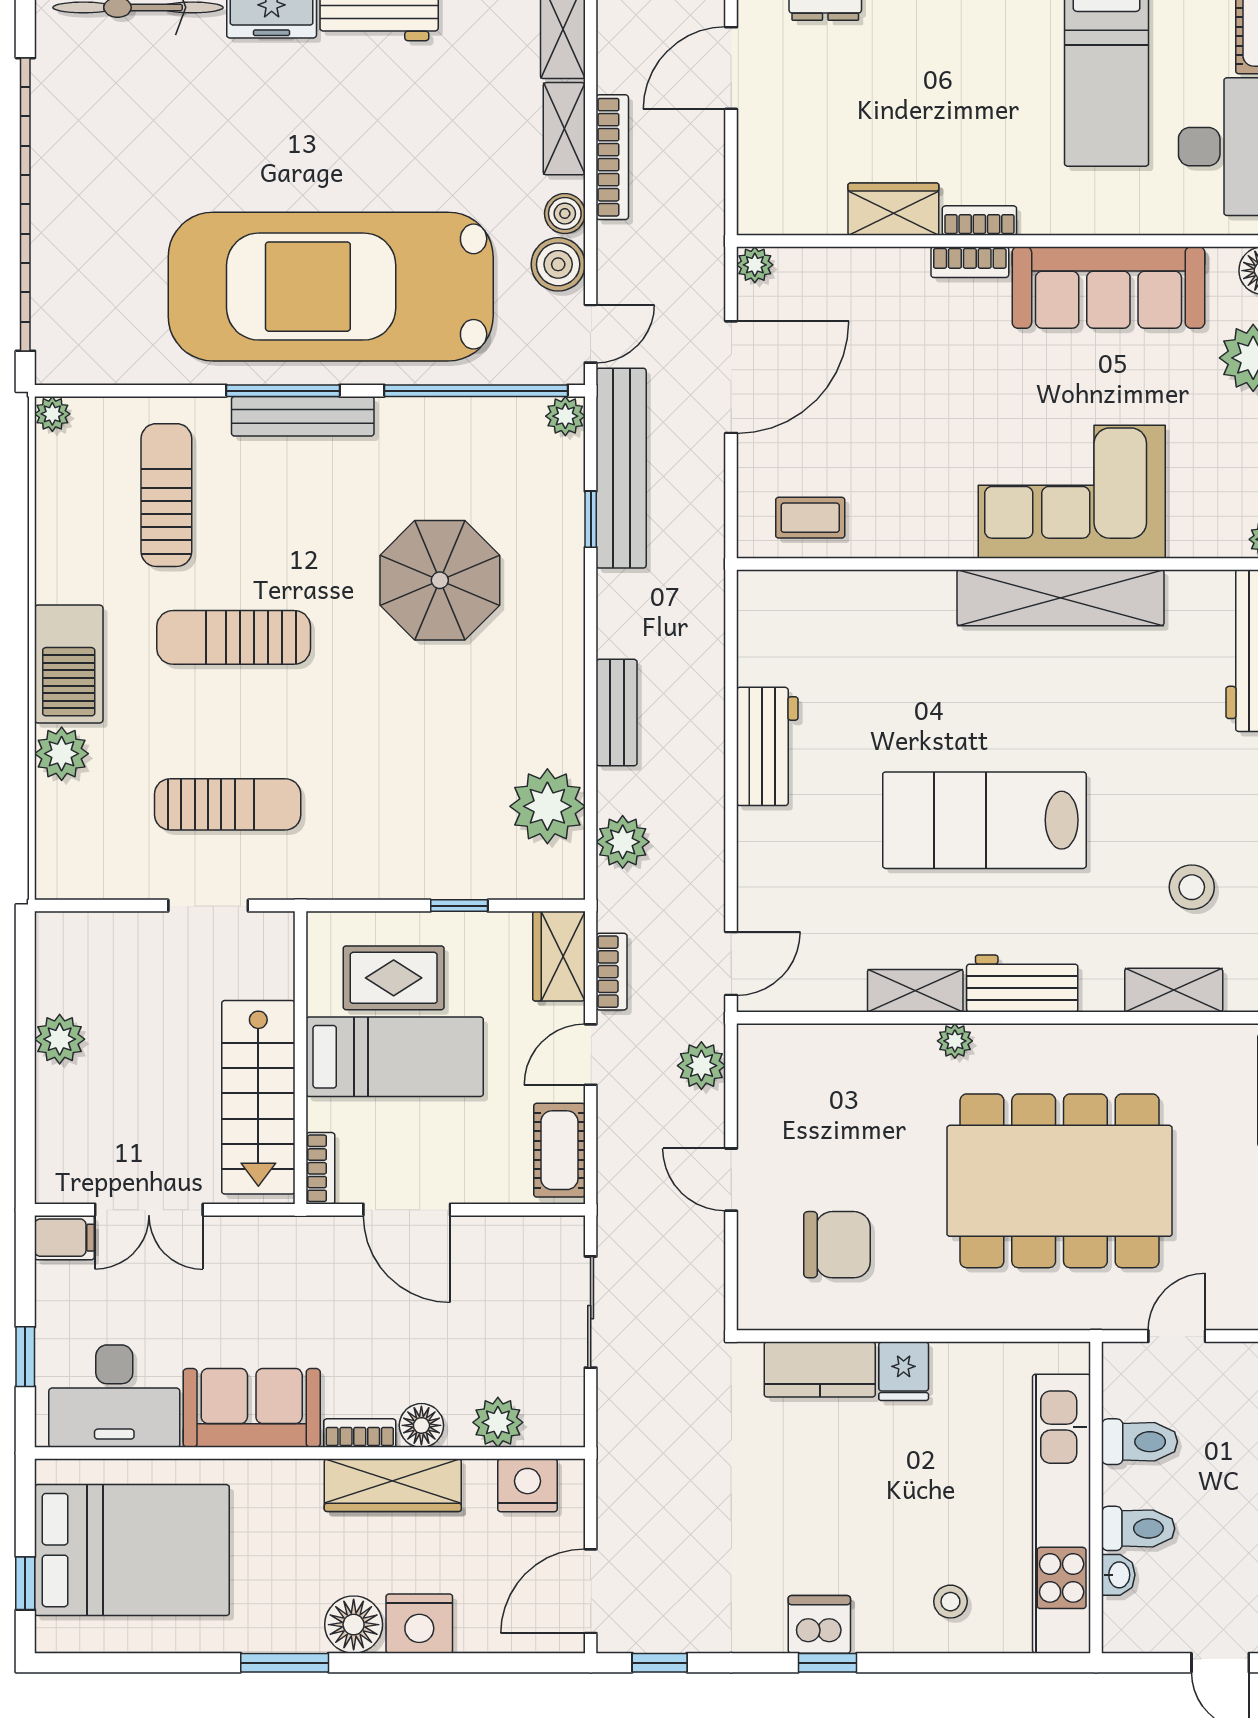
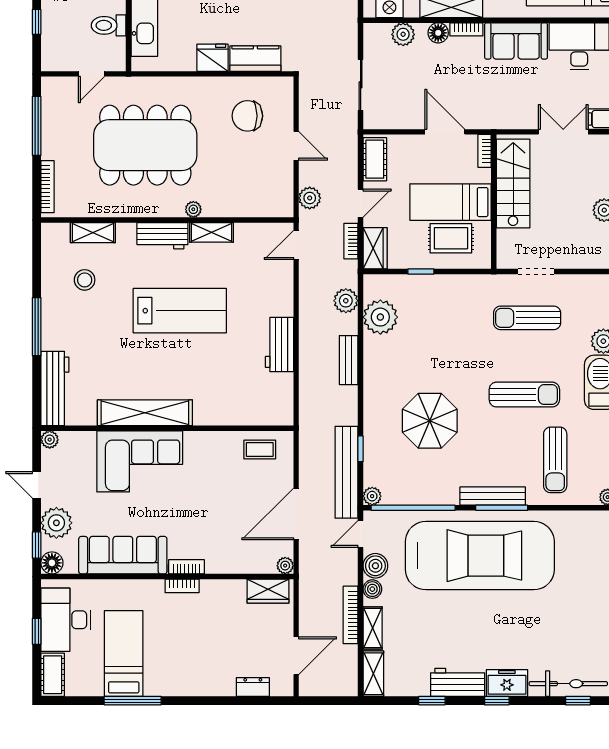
wardrobe: (893, 209) -> (268, 591), moved
fridge: (904, 1371) -> (213, 58), width x1.38

